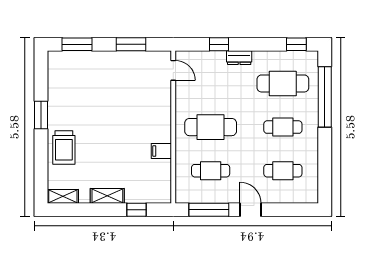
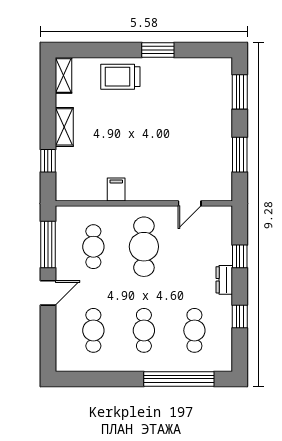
window: (296, 44) -> (240, 317), moved
door: (173, 70) -> (190, 203), moved
cafe table: (283, 83) -> (194, 330), width x0.73, depth x0.74

